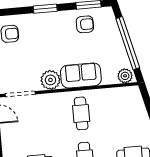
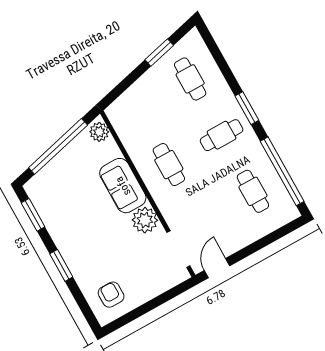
armchair: (85, 24) -> (59, 209), removed
cafe table: (81, 113) -> (169, 165), turned 90

